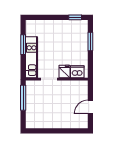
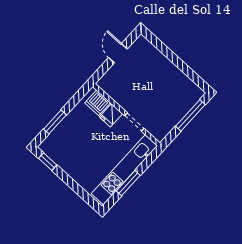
kitchen unit: (32, 57) -> (124, 170), width x1.36
window: (23, 98) -> (190, 115), moved
door: (90, 107) -> (118, 53), swing flipped

